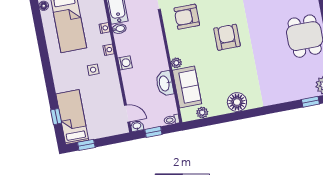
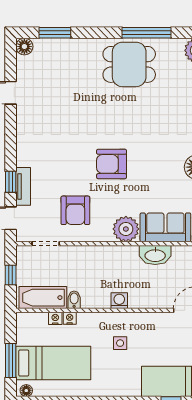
nightstand: (109, 50) -> (55, 318), moved
plant: (176, 63) -> (126, 229), width x1.88, depth x1.88

